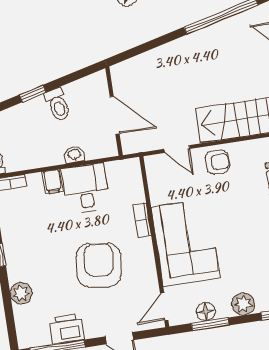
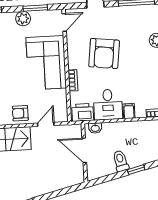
door: (177, 149) -> (46, 124), hinge flipped
washbasin: (74, 155) -> (95, 128), moved
plant: (243, 304) -> (23, 19), moved
floor lamp: (206, 312) -> (37, 17), removed
printer: (67, 329) -> (83, 112), moved, turned 180

